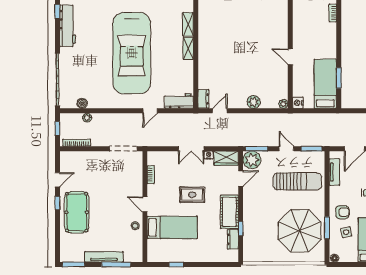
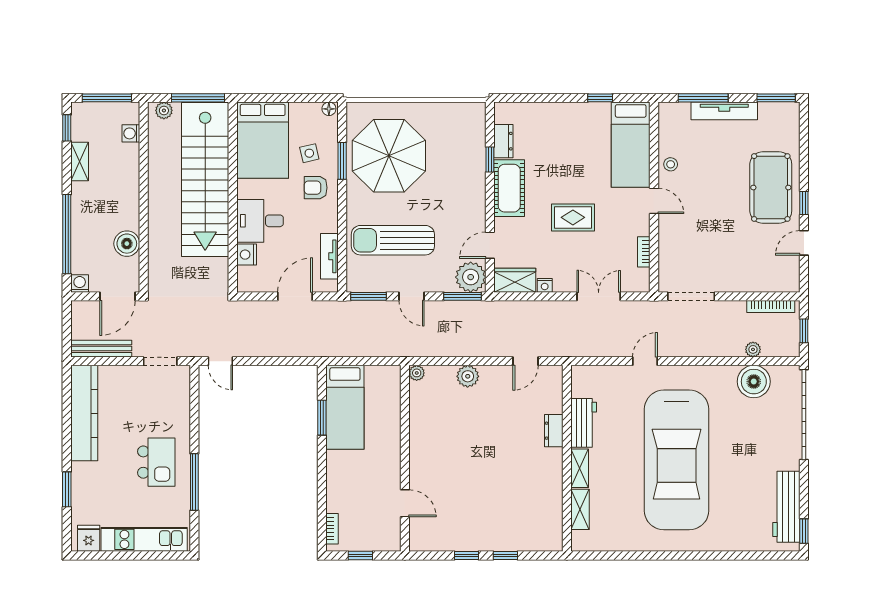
car: (132, 53) -> (677, 460), turned 180
door: (290, 57) -> (405, 503), moved
dresser: (203, 99) -> (554, 431), moved
workbench: (179, 101) -> (584, 423), moved, turned -90
boiler: (82, 103) -> (754, 382), width x1.86, depth x1.86
nightstand: (298, 103) -> (392, 375), removed
double door: (191, 149) -> (599, 296), moved
bed: (172, 227) -> (631, 145), moved, turned -90

